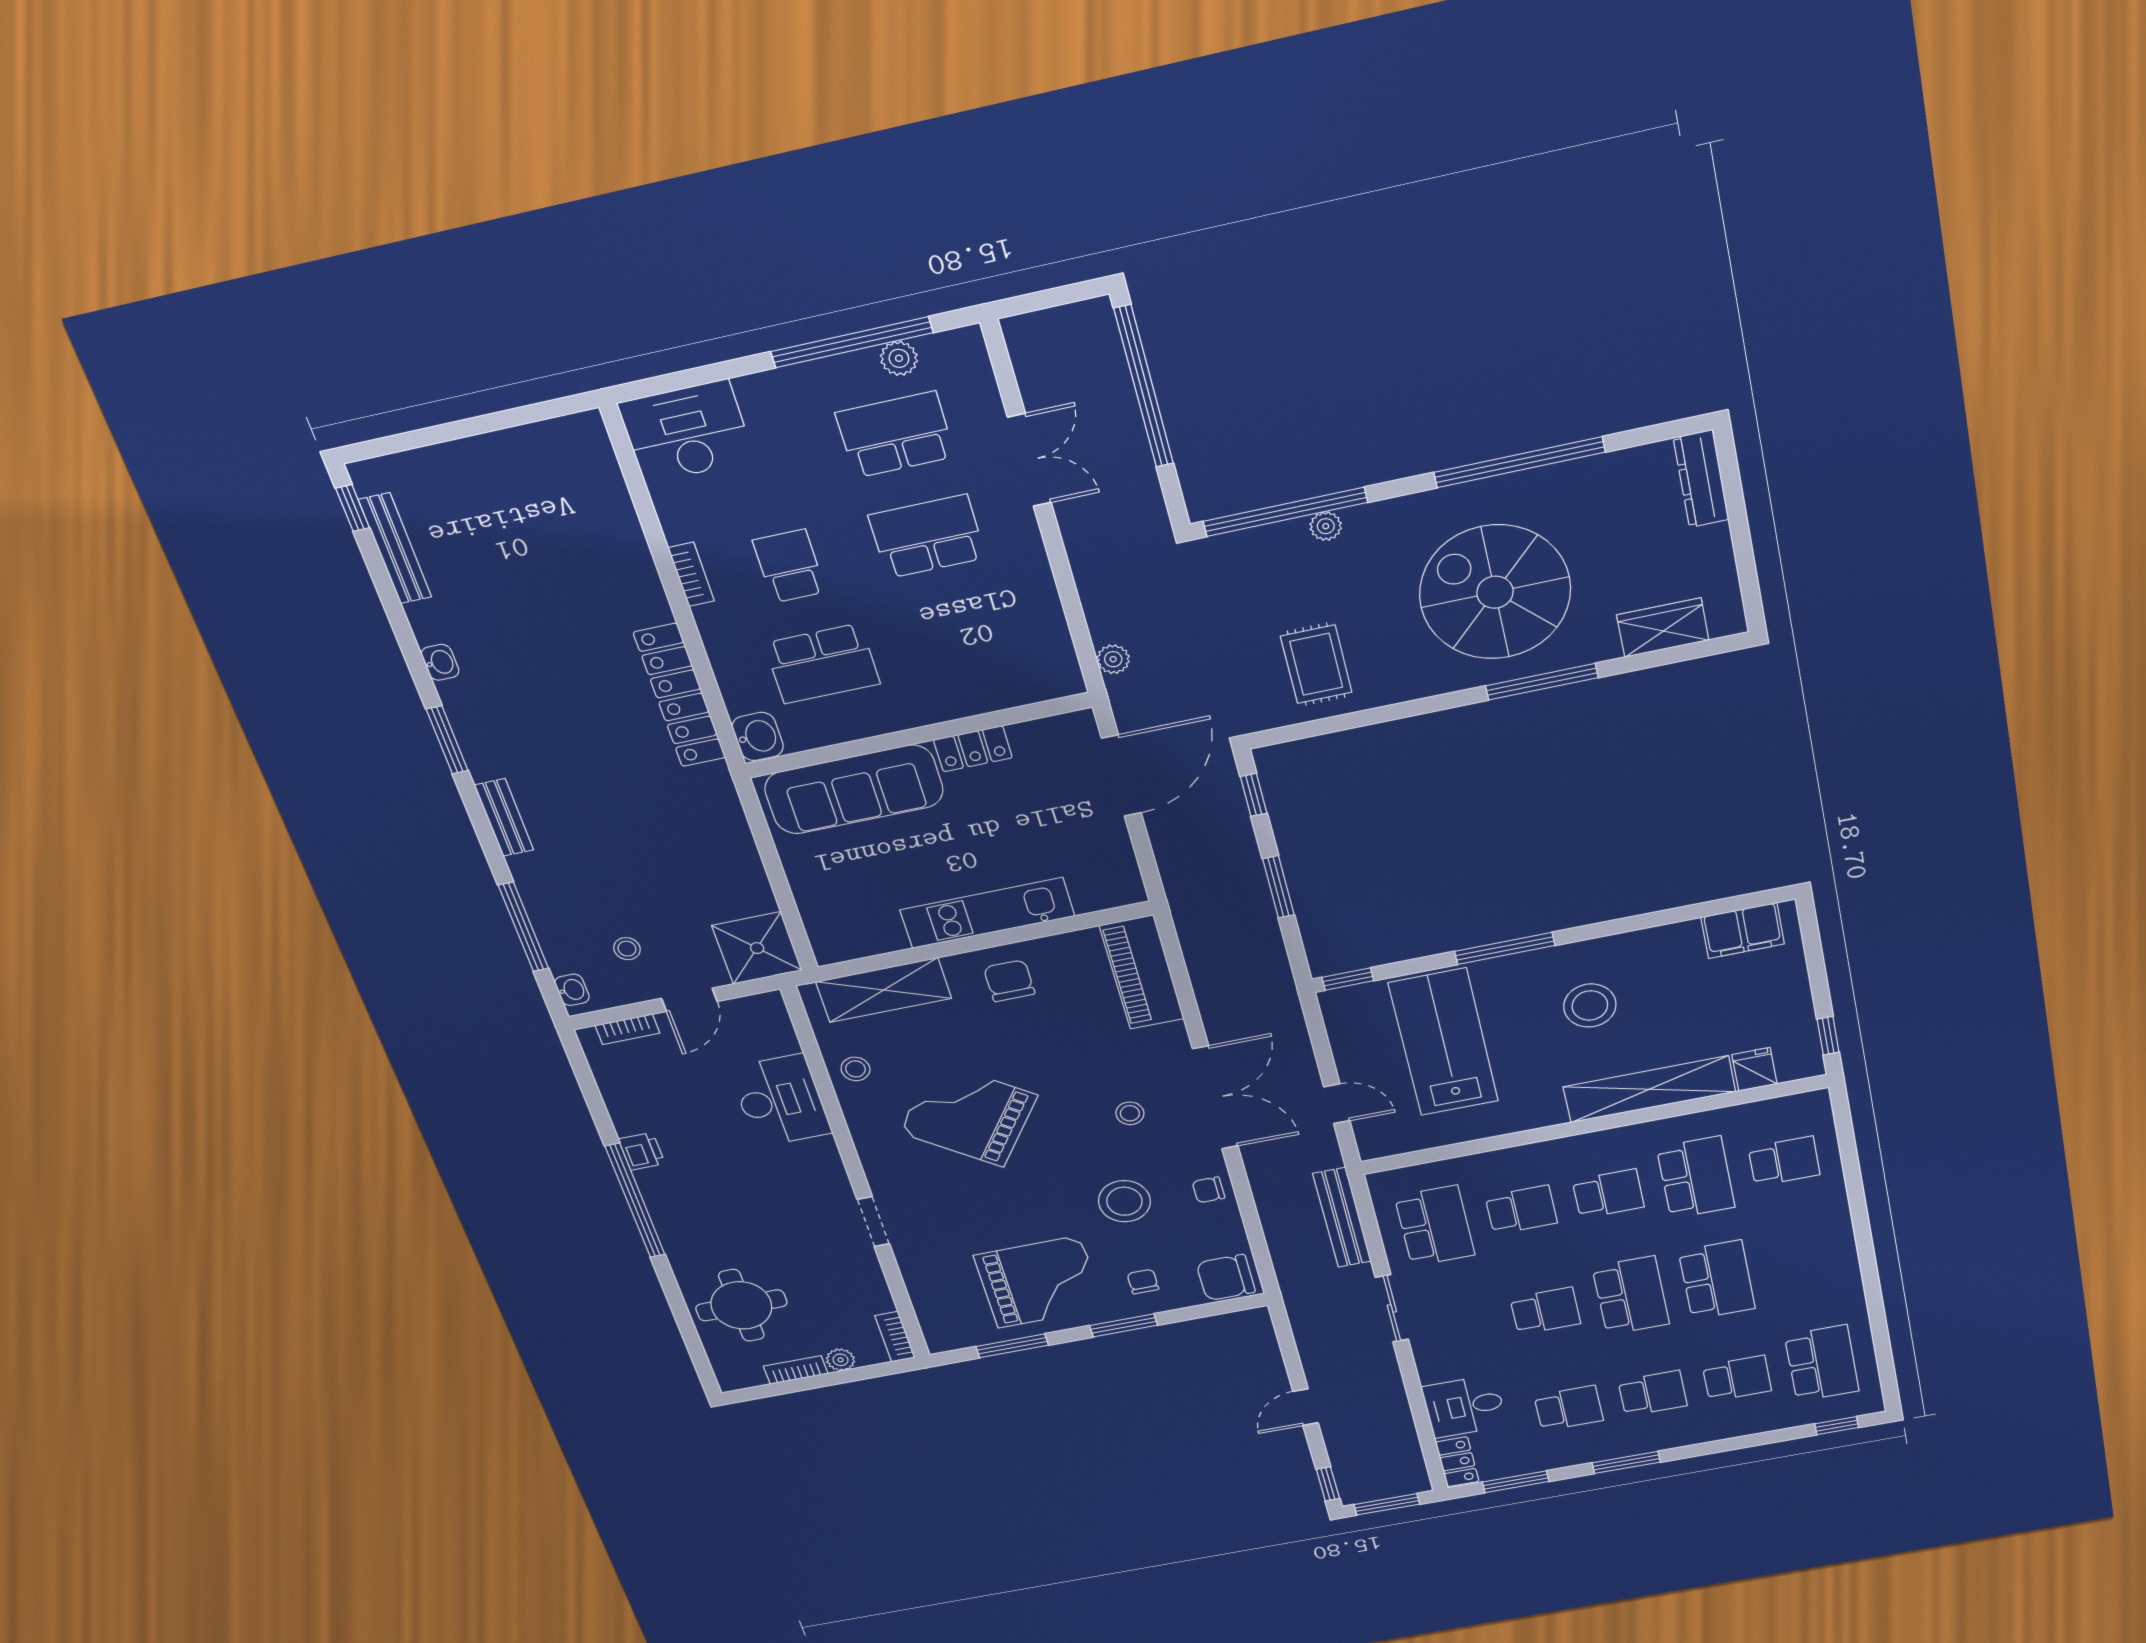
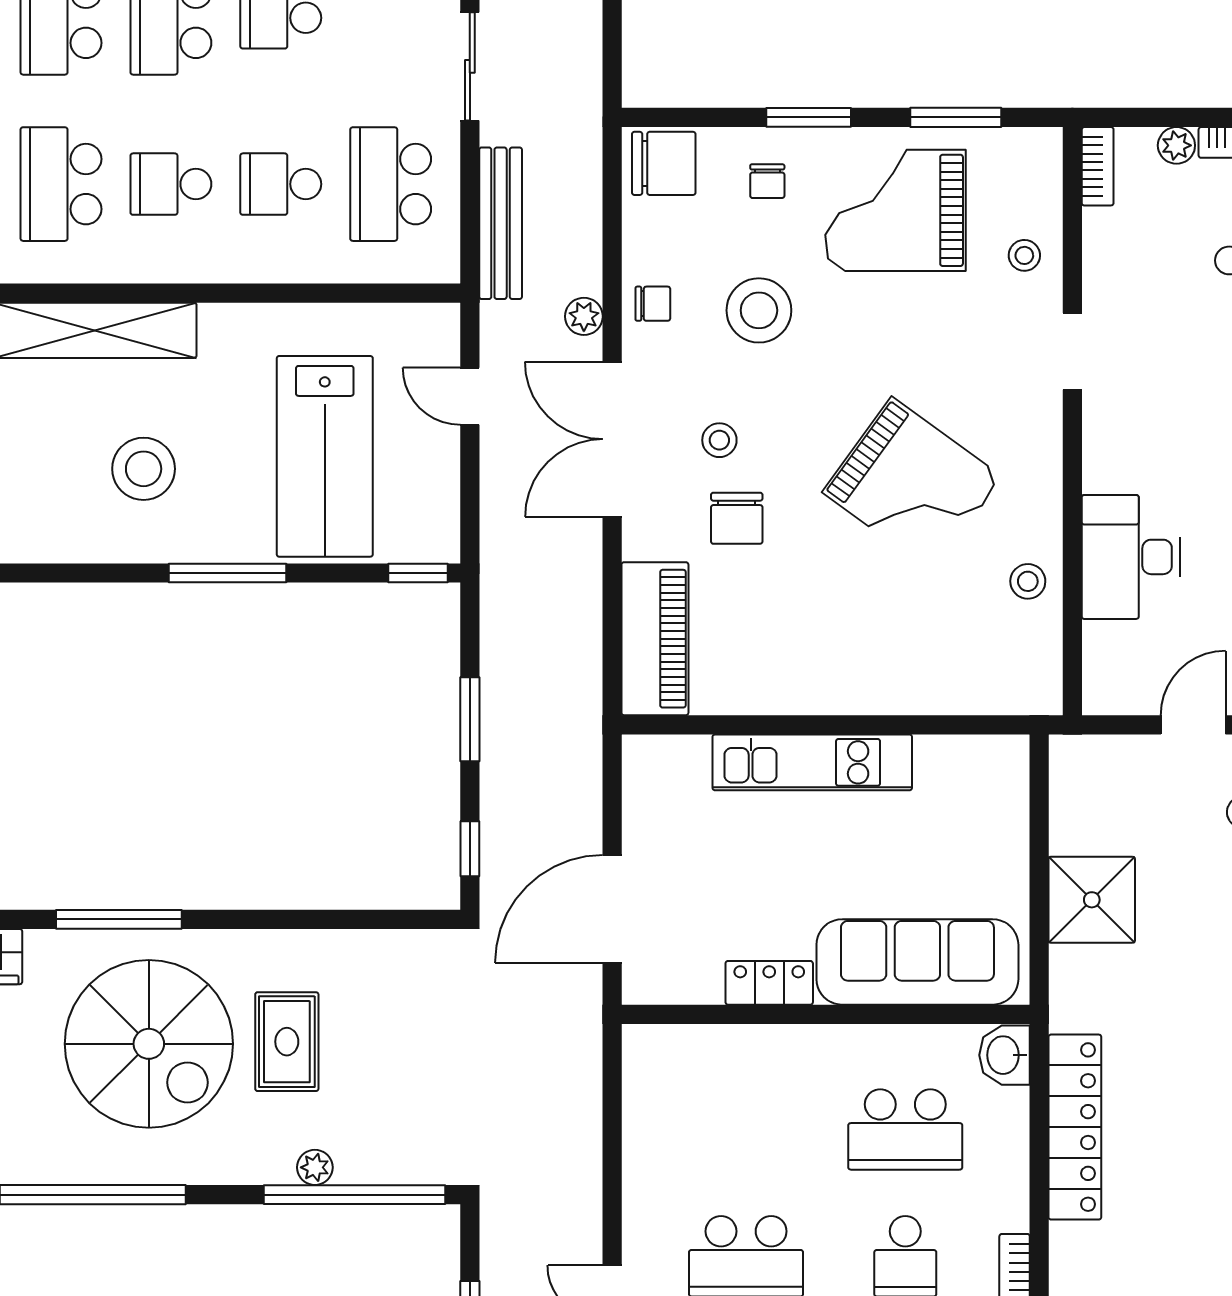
plant: (1113, 659) -> (584, 316), moved
school desk: (822, 664) -> (905, 1129), turned 180
rug: (1316, 664) -> (287, 1042), moved
shower: (757, 948) -> (1092, 900), moved
chair: (1009, 981) -> (737, 518), moved
shelving: (884, 990) -> (962, 685), removed
stool: (931, 1273) -> (1024, 255), added

